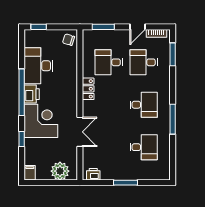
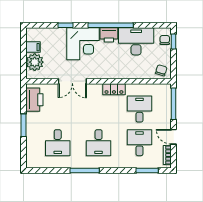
window: (103, 27) -> (174, 104), width x1.44
chair: (37, 36) -> (165, 40), added
filing cabinet: (30, 173) -> (33, 47), moved
printer: (93, 174) -> (34, 100), width x1.87, depth x1.48

